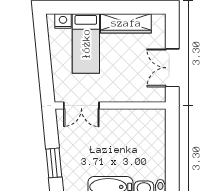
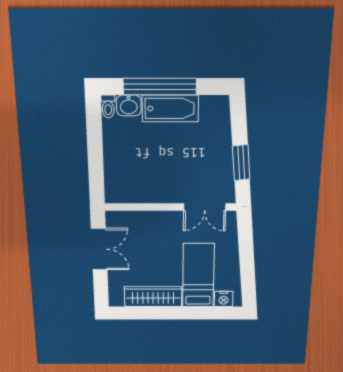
double door: (81, 106) -> (205, 207), swing flipped
window: (54, 163) -> (241, 163), moved

